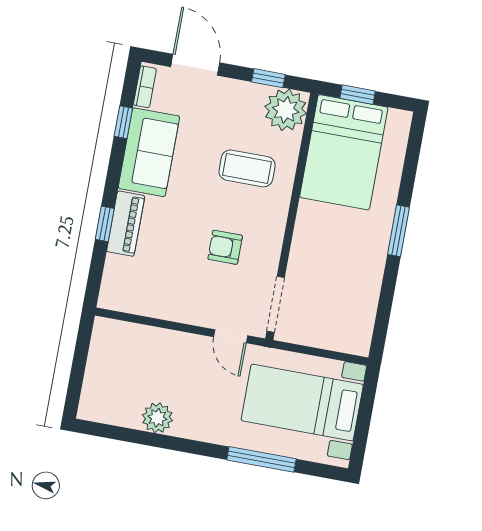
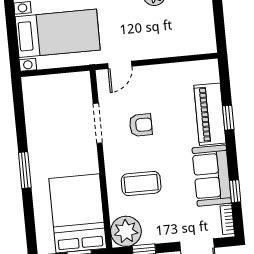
piano: (126, 224) -> (210, 114), width x1.37, depth x1.33
doorway: (276, 304) -> (98, 123), moved
door: (231, 336) -> (120, 65), swing flipped

